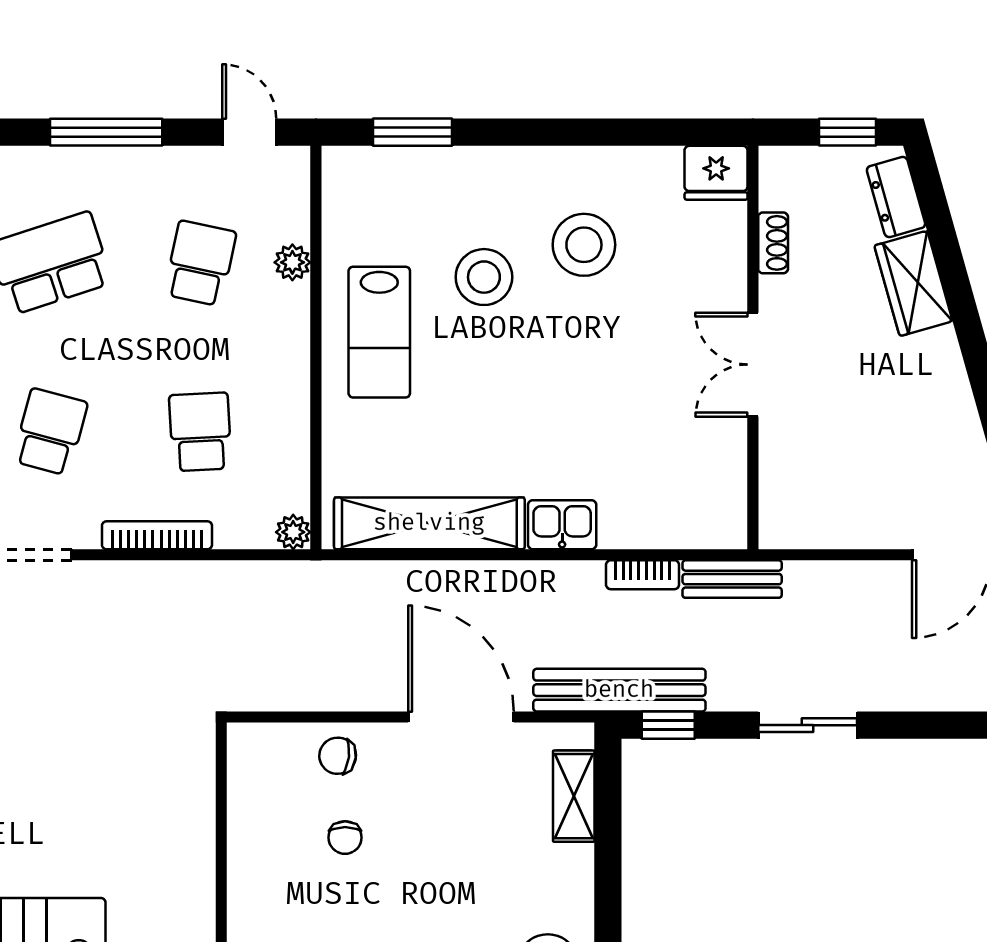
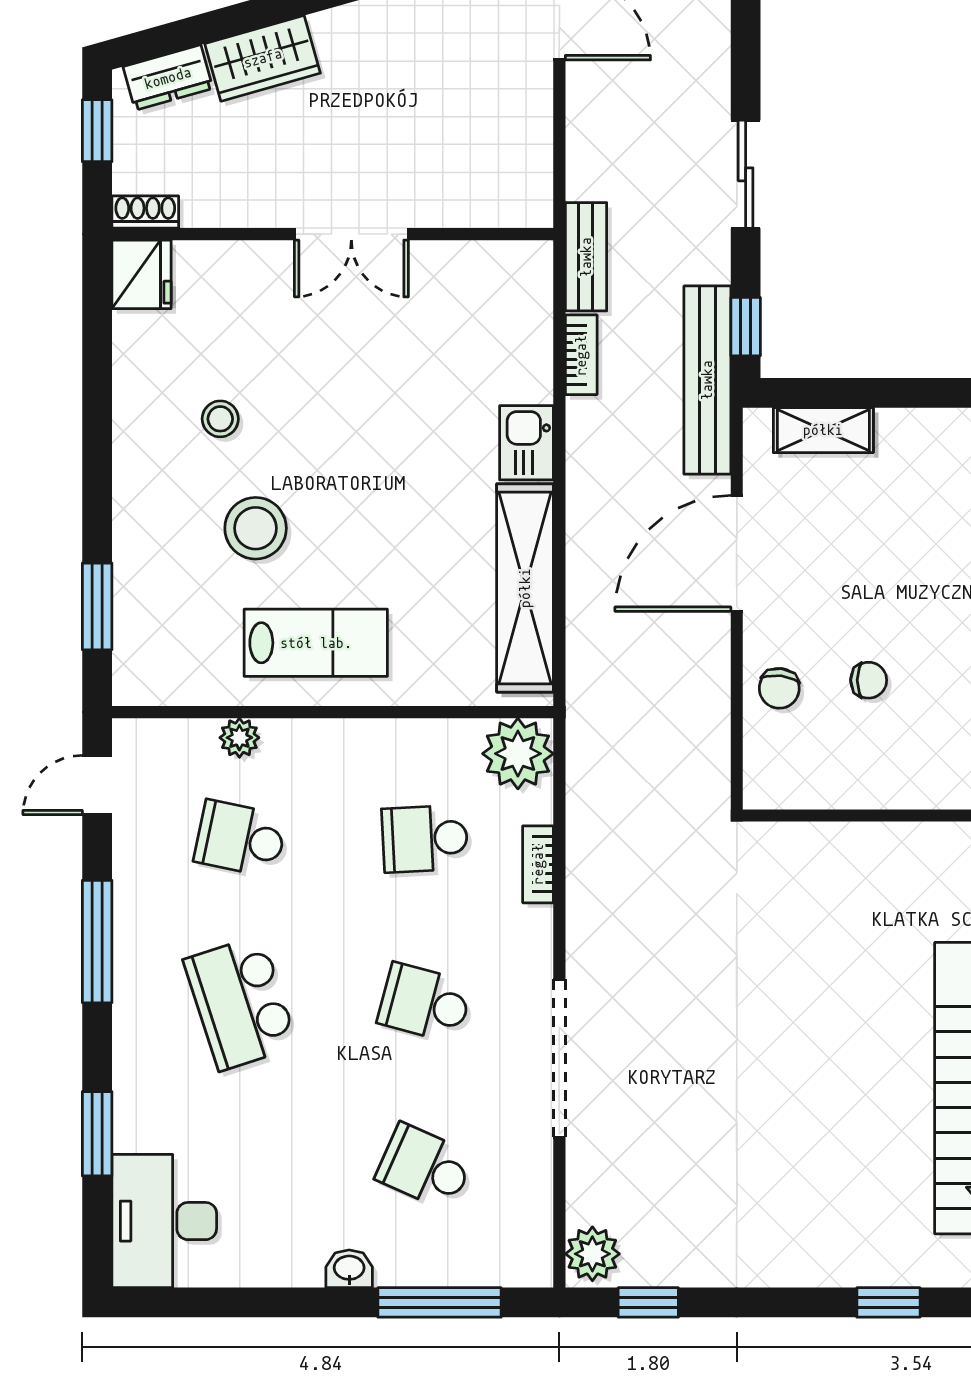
shoe rack: (773, 243) -> (145, 212), moved
stool: (584, 245) -> (220, 419), width x0.53, depth x0.53
plant: (293, 532) -> (518, 754), width x1.88, depth x1.88
bookcase: (157, 535) -> (538, 864), width x0.64

